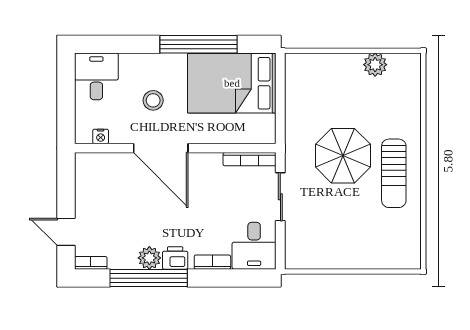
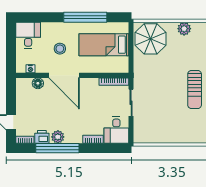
bed: (232, 83) -> (104, 45), width x0.67
parasol: (343, 156) -> (150, 39), moved
floor lamp: (114, 162) -> (38, 83), added
printer: (175, 258) -> (42, 137), moved

